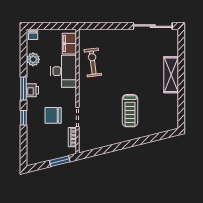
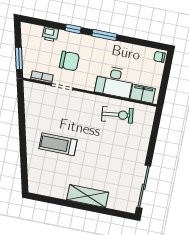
plant: (33, 59) -> (134, 52), removed
printer: (32, 90) -> (50, 34), moved
chair: (53, 115) -> (69, 61), turned 90

